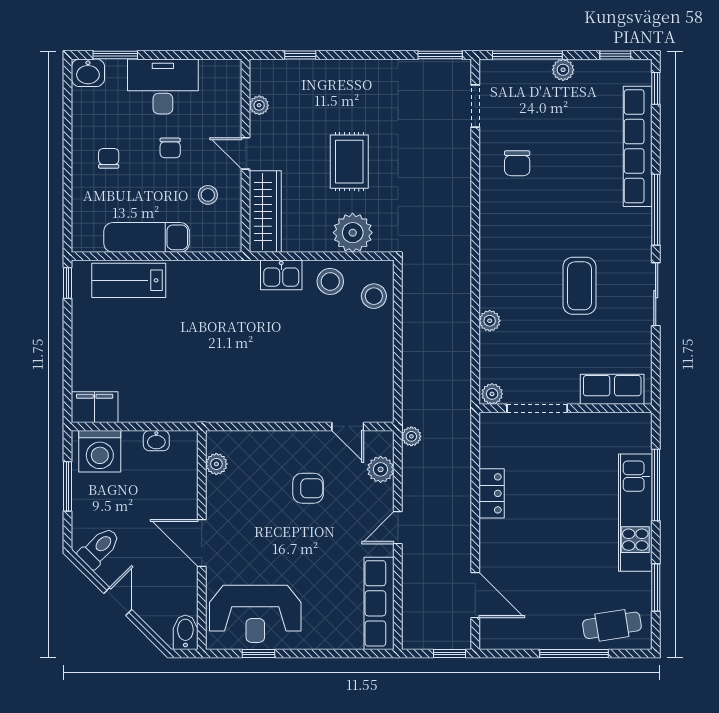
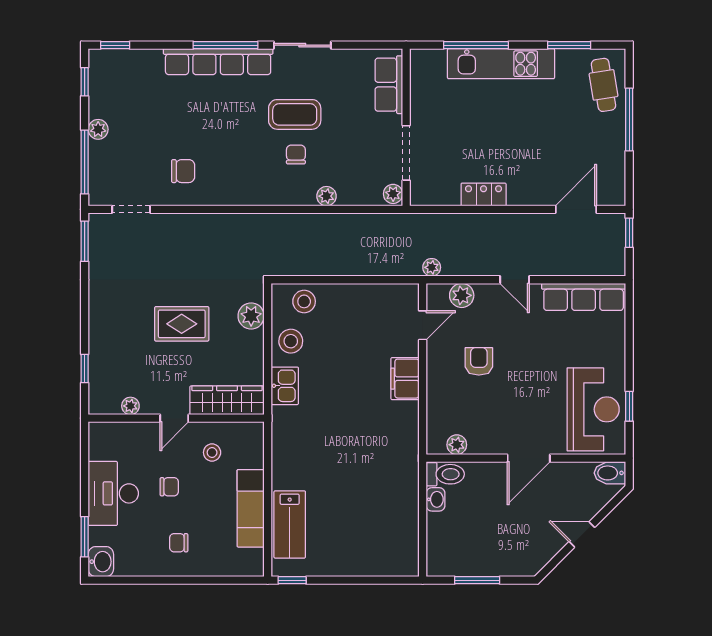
row of seats: (638, 146) -> (218, 62), moved
plant: (353, 233) -> (251, 316), width x0.73, depth x0.73
chair: (535, 287) -> (296, 155), added
filing cabinet: (95, 407) -> (405, 379), moved
washing machine: (100, 451) -> (445, 551), removed
toilet: (99, 548) -> (445, 474), moved, turned 135

